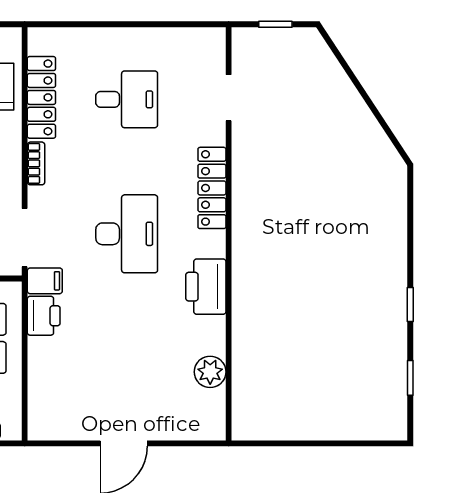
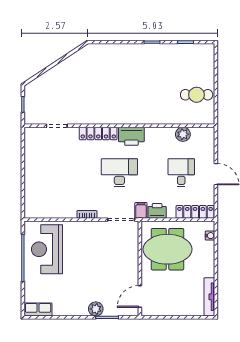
locker: (41, 97) -> (195, 212), moved
desk: (127, 99) -> (181, 173), moved
printer: (206, 287) -> (131, 136), moved
cafe table: (296, 402) -> (197, 95), added

